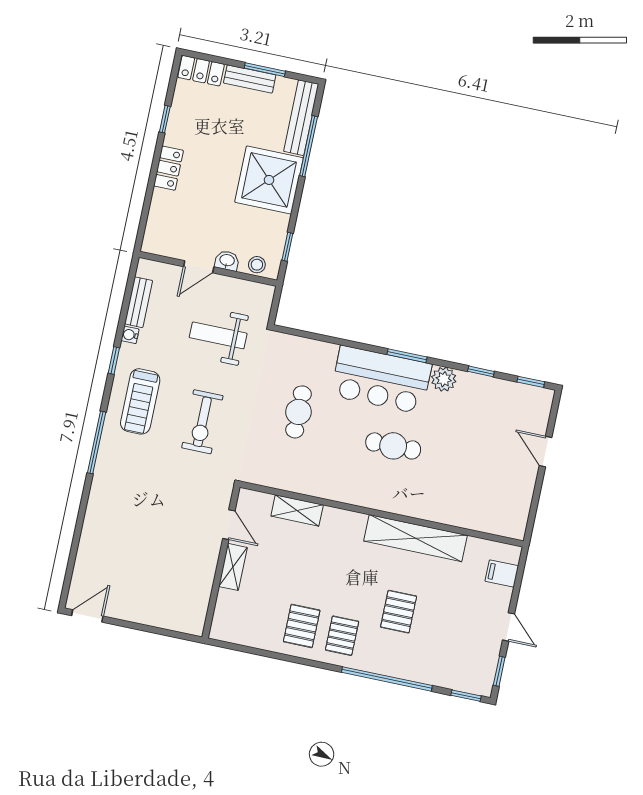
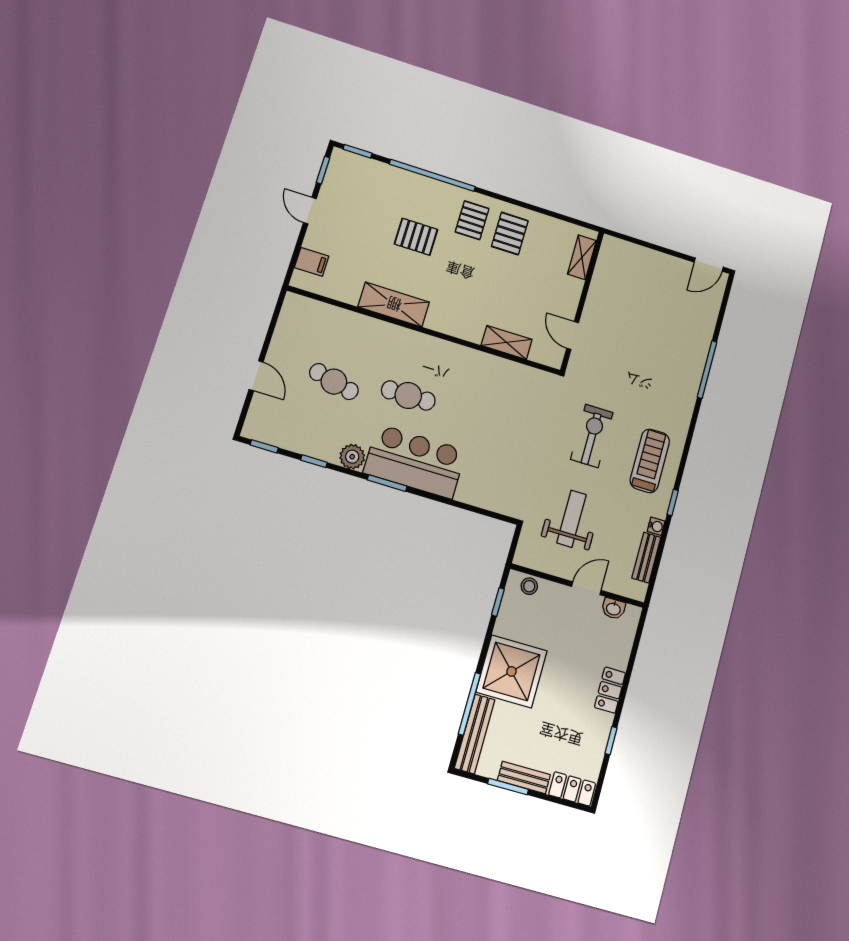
washbasin: (227, 261) -> (613, 609), moved
weight bench: (218, 335) -> (572, 519), turned -90
cafe table: (298, 412) -> (334, 382), moved, turned -76
window: (97, 442) -> (707, 370), moved
shelving: (416, 538) -> (394, 305), width x0.68
shelving: (233, 567) -> (582, 257), moved
pallet: (399, 612) -> (416, 237), turned 90

